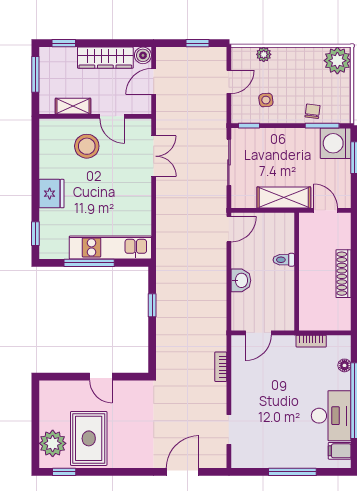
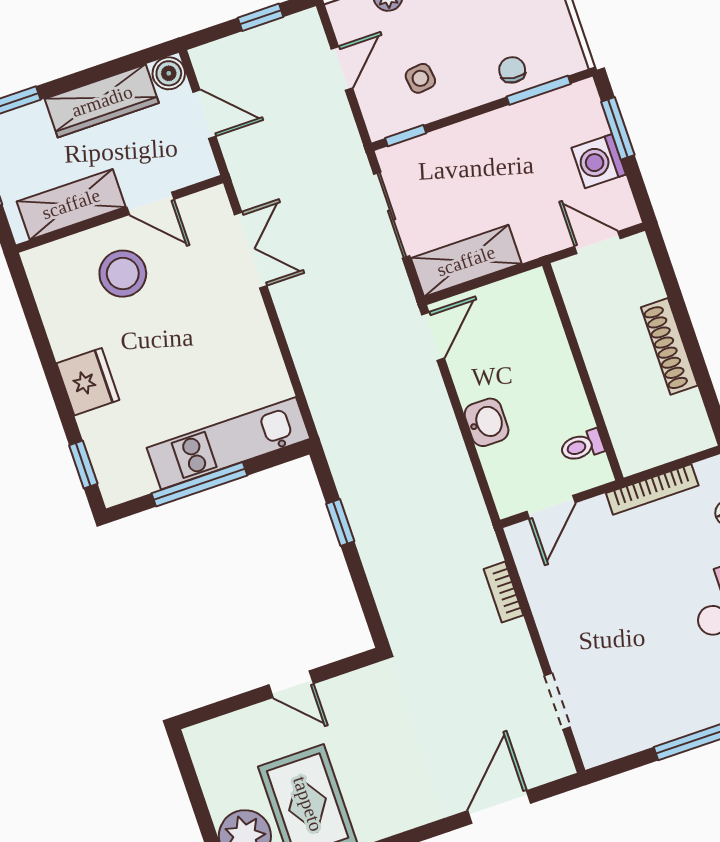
door: (154, 81) -> (204, 114), swing flipped
shelving: (73, 106) -> (71, 204), width x1.50, depth x1.33
washing machine: (336, 143) -> (599, 161), moved, width x0.73, depth x0.73
shelving: (284, 197) -> (466, 261), moved
toilet: (284, 260) -> (582, 446), moved
bookcase: (311, 341) -> (652, 489), width x1.56

